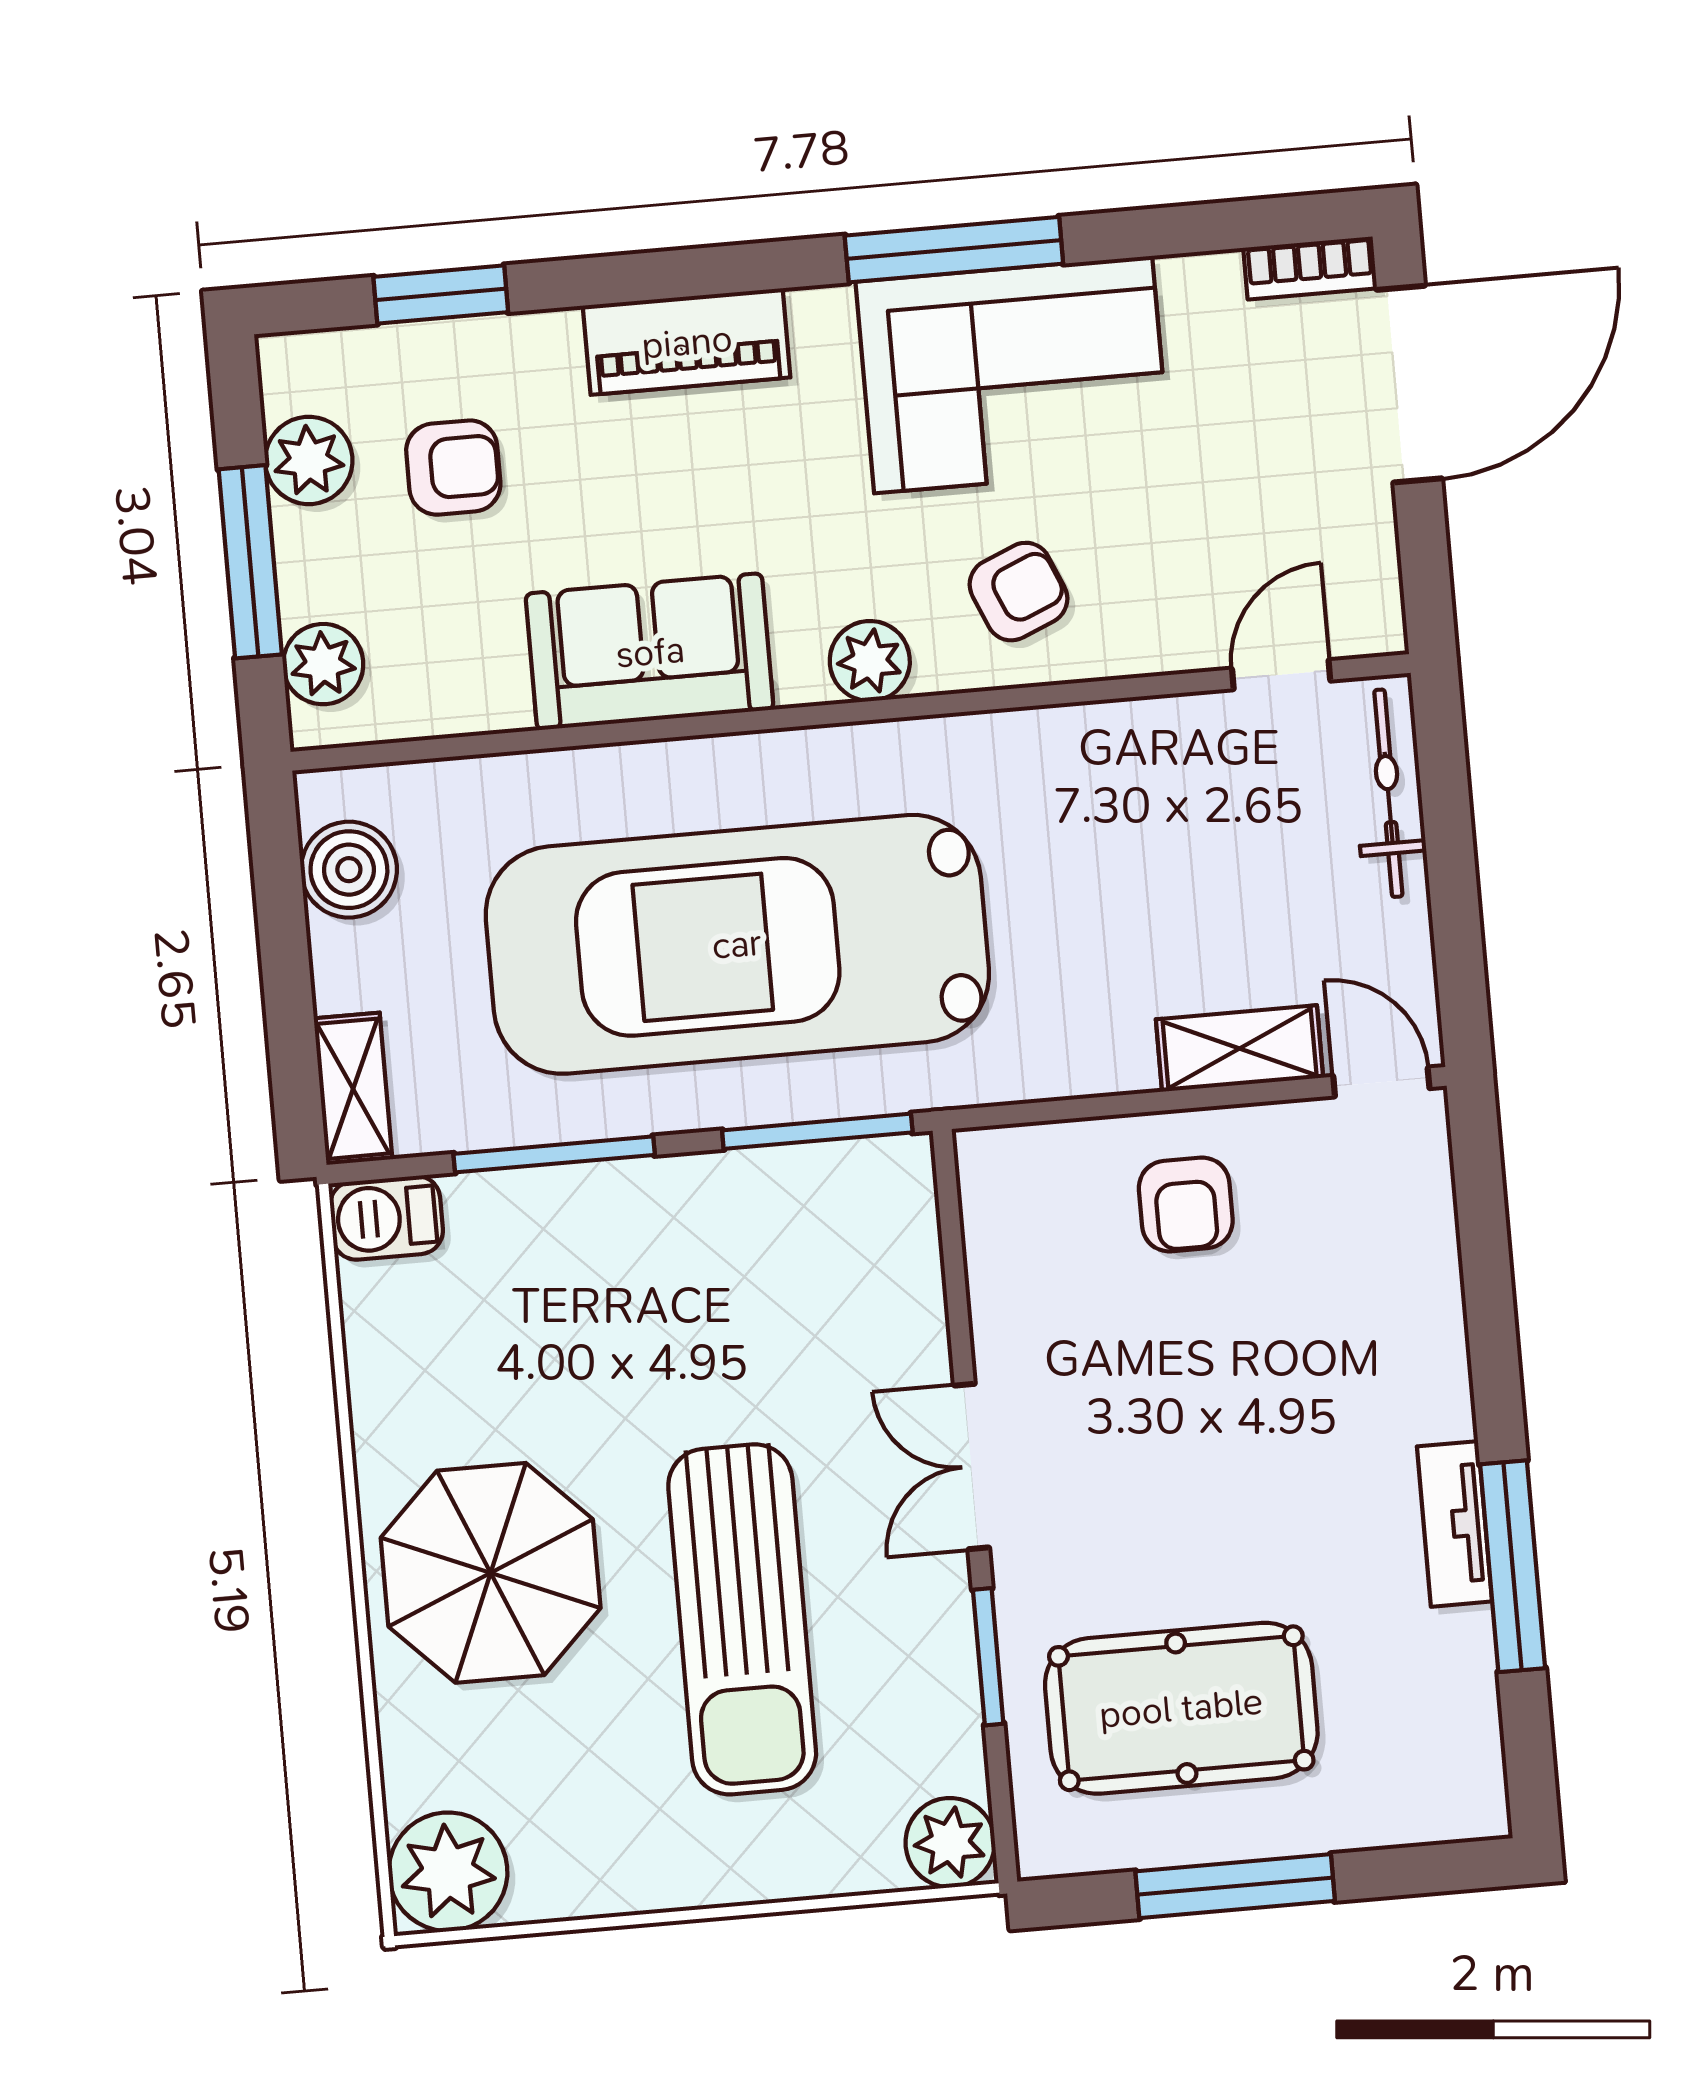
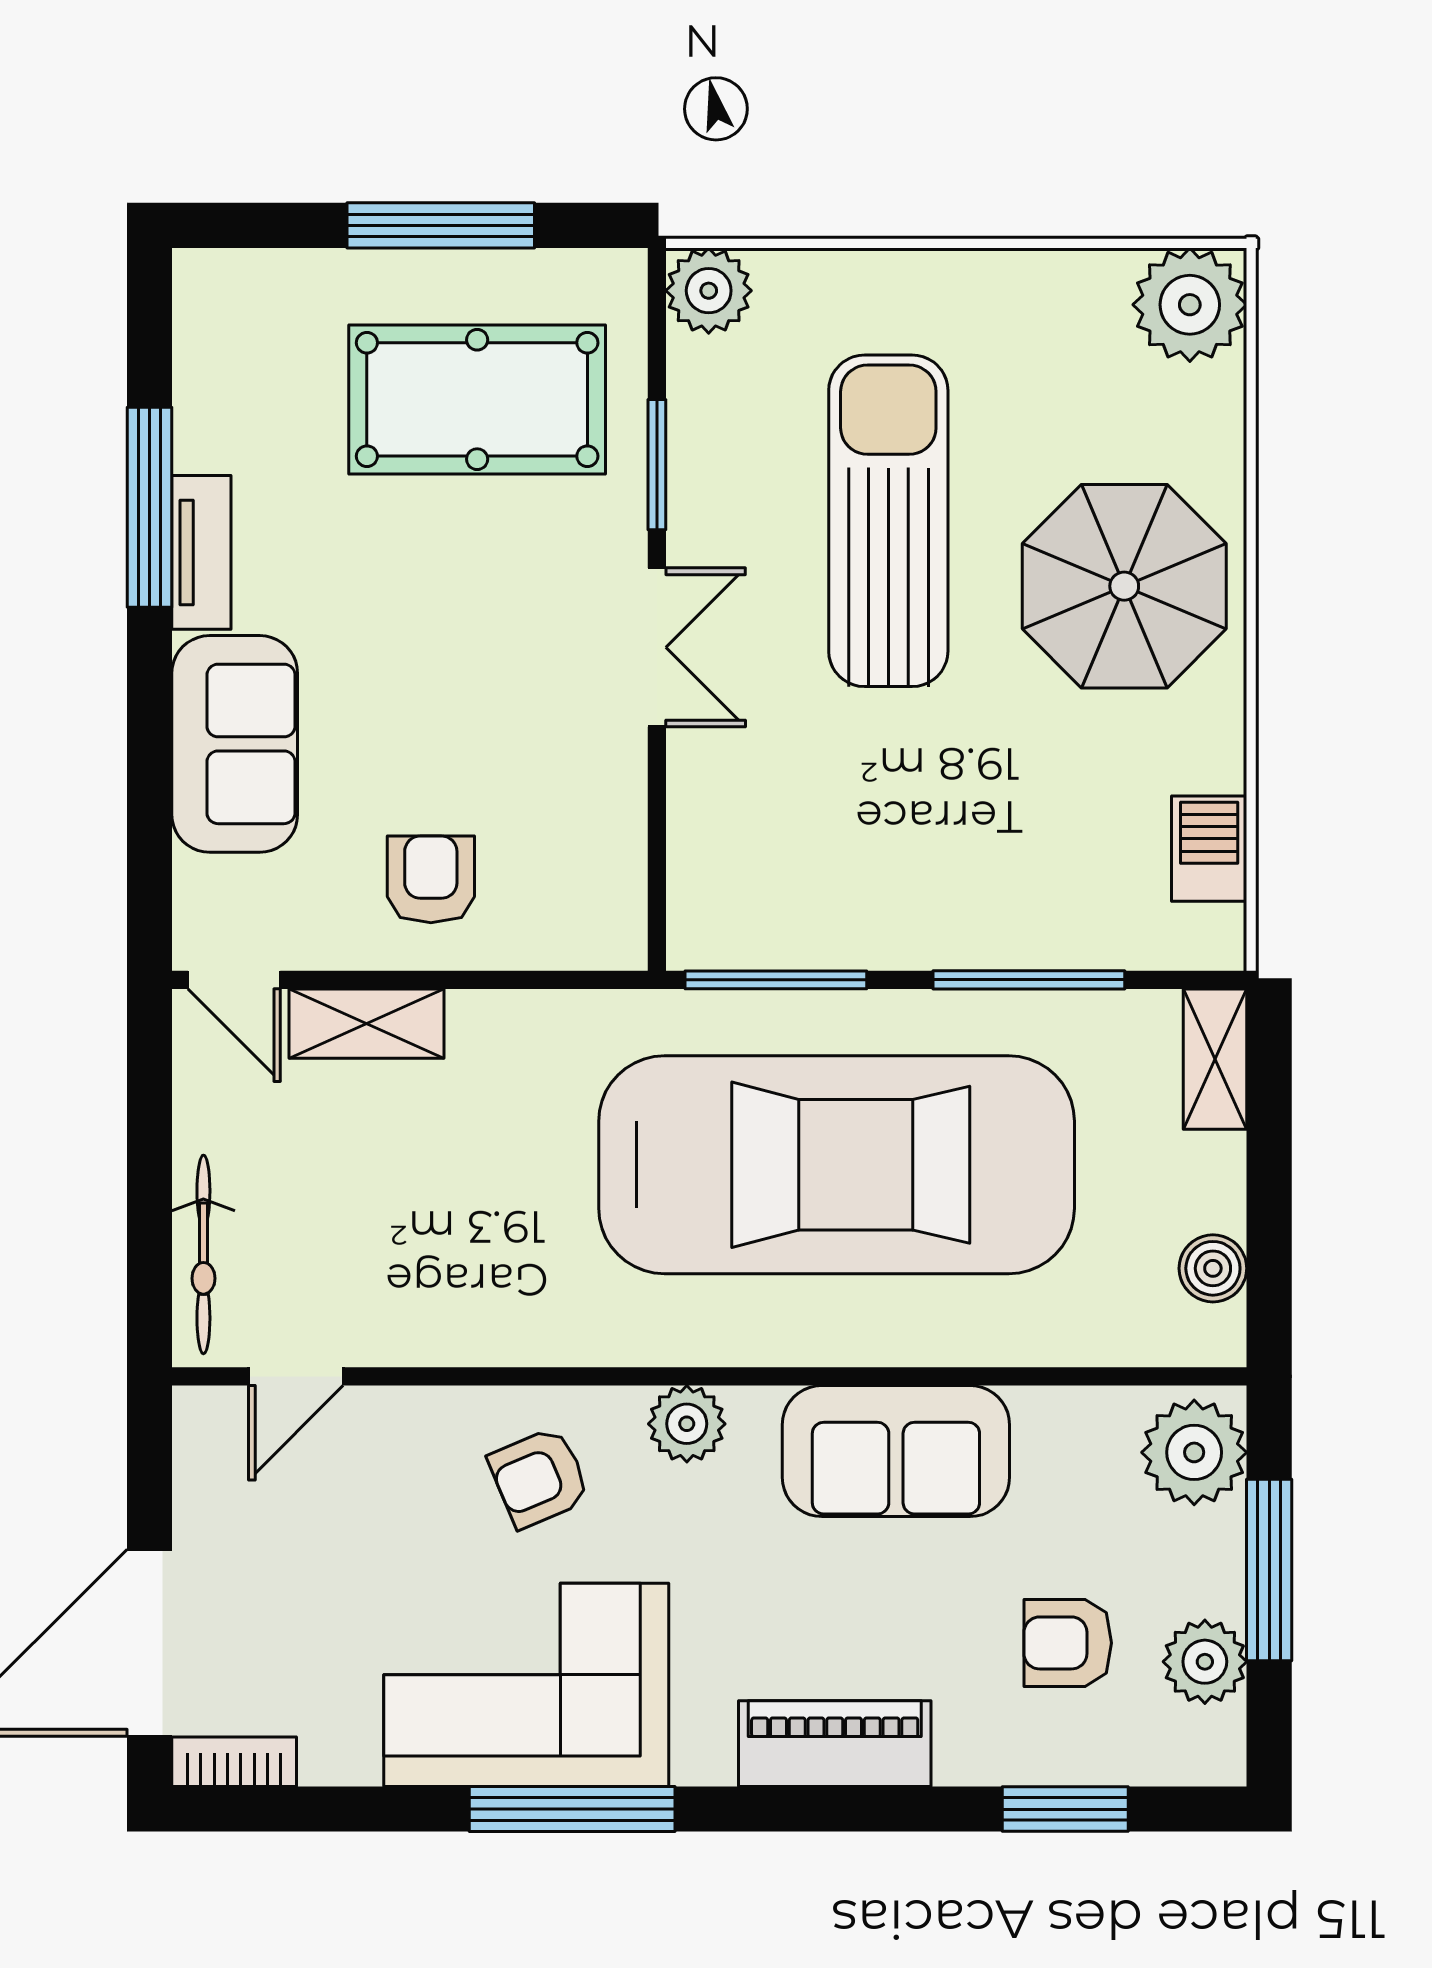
plant: (323, 664) -> (1194, 1452), width x1.36, depth x1.36
boiler: (349, 870) -> (1213, 1268), width x0.73, depth x0.73
barbecue: (387, 1218) -> (1209, 849), moved, turned -90
sofa: (1402, 1328) -> (235, 744), added

